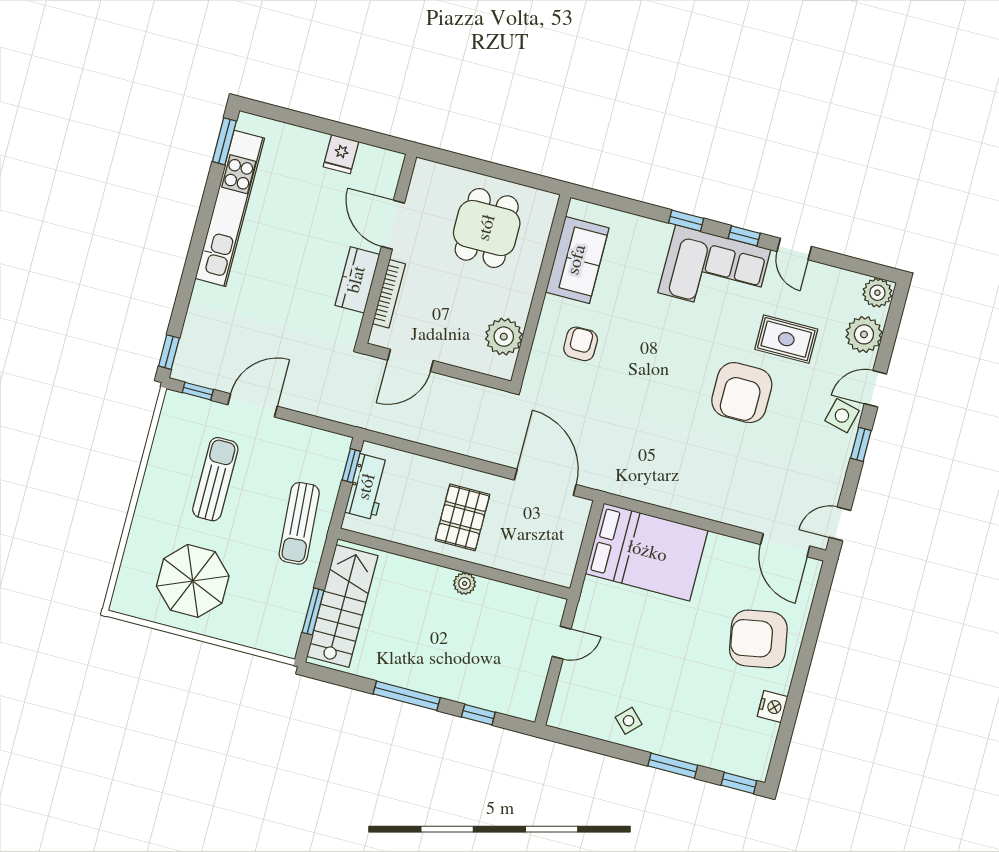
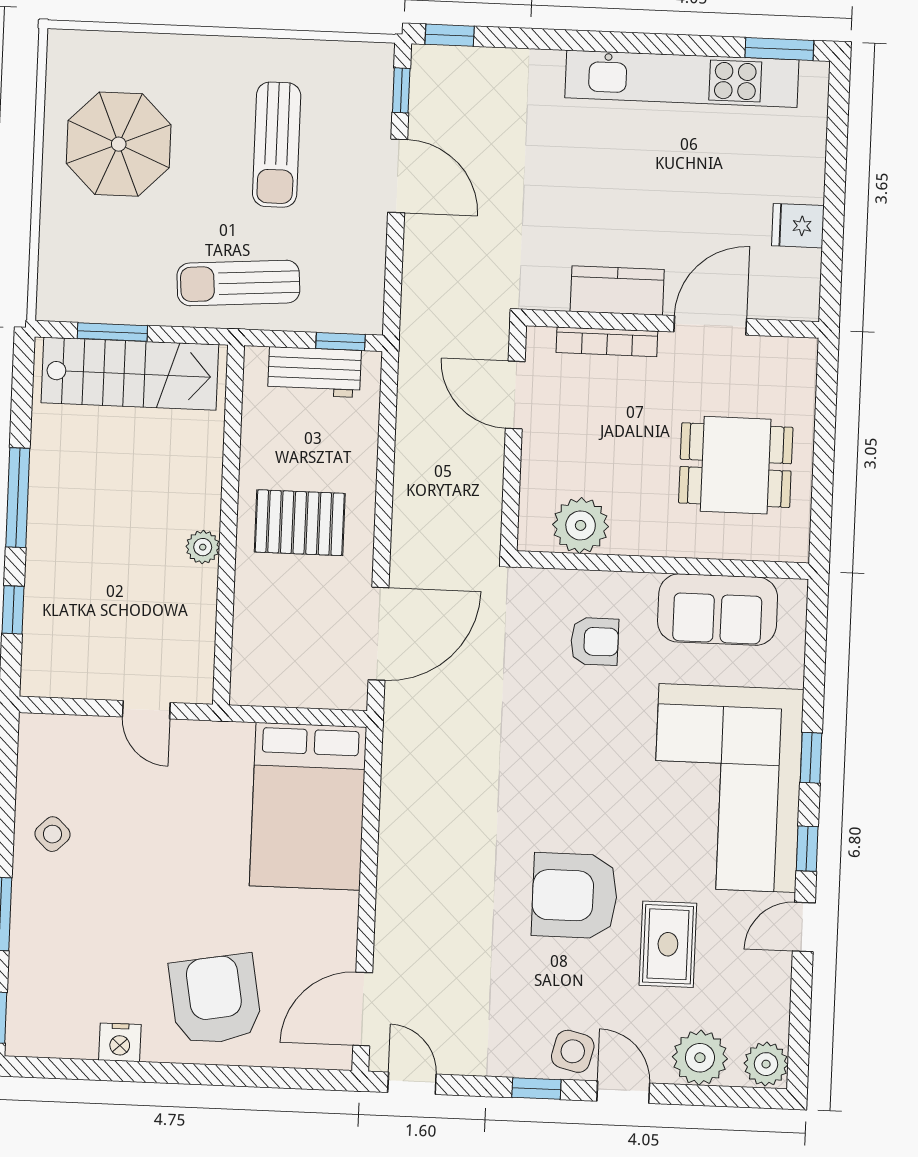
corner sofa: (714, 271) -> (727, 788), width x1.36, depth x1.36
sun lounger: (215, 479) -> (277, 145), turned 90

